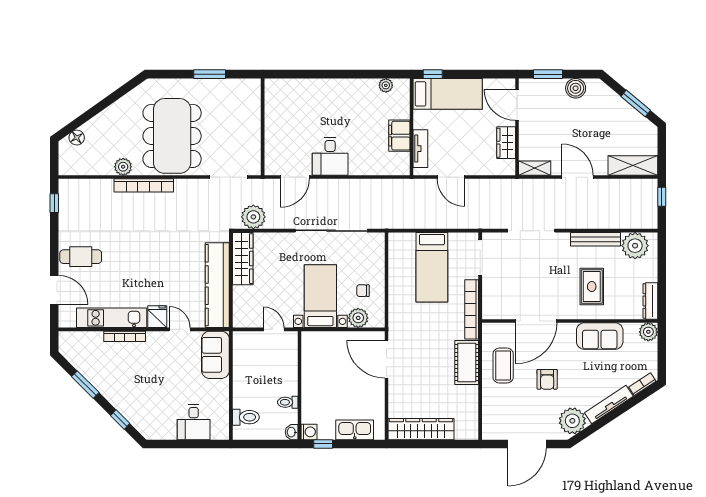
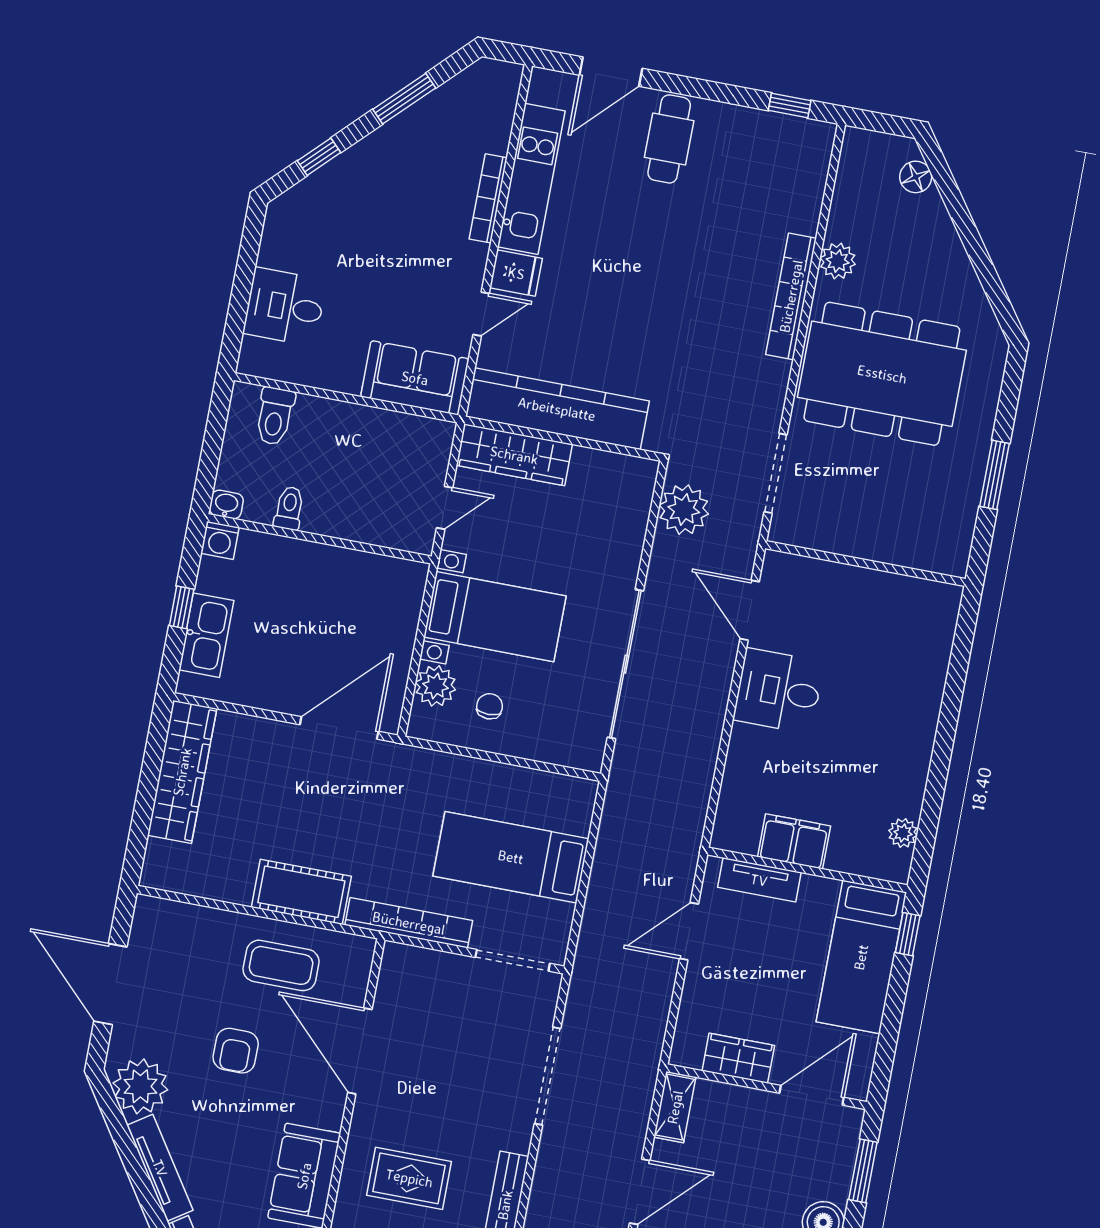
wardrobe: (243, 259) -> (514, 455), moved
armchair: (547, 379) -> (236, 1051), turned -90
window: (323, 444) -> (182, 607), moved

